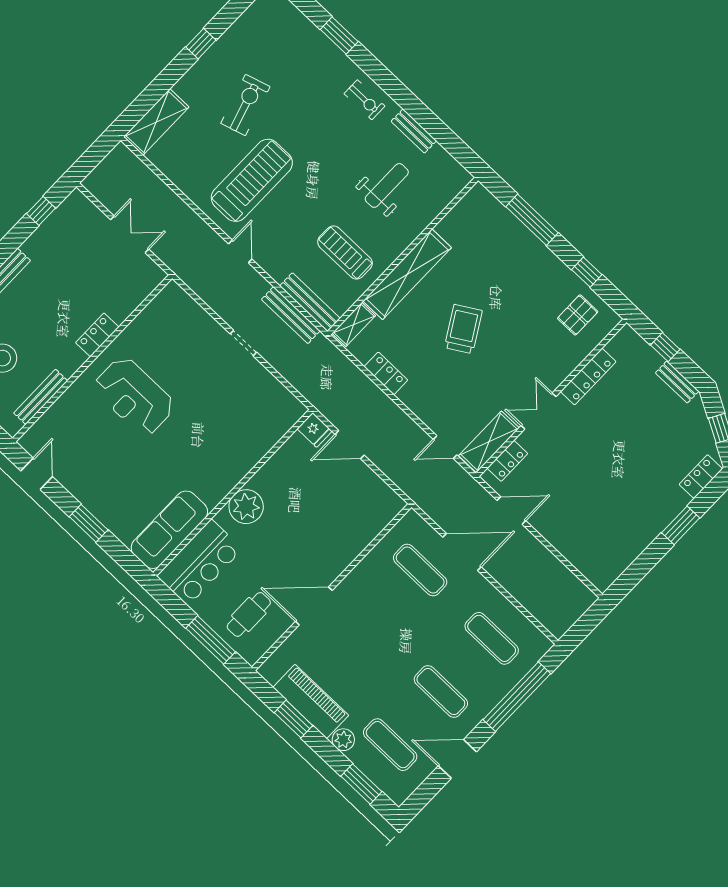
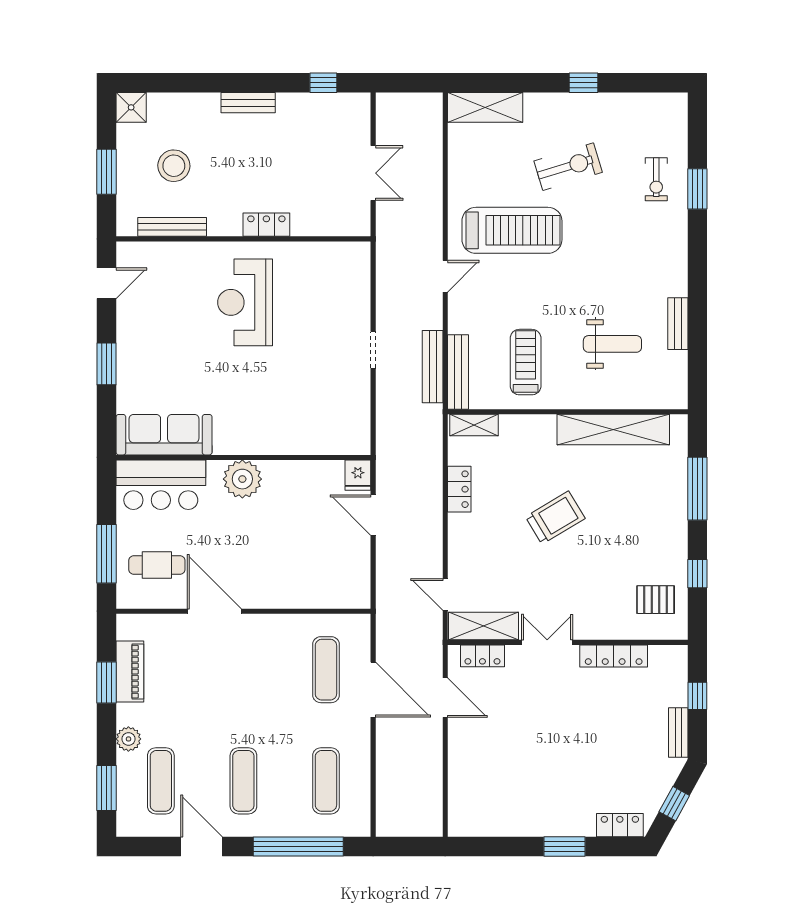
exercise bike: (365, 100) -> (656, 179), moved
shelving: (407, 274) -> (613, 430), moved
piano: (311, 701) -> (130, 672), width x0.73, depth x0.75

